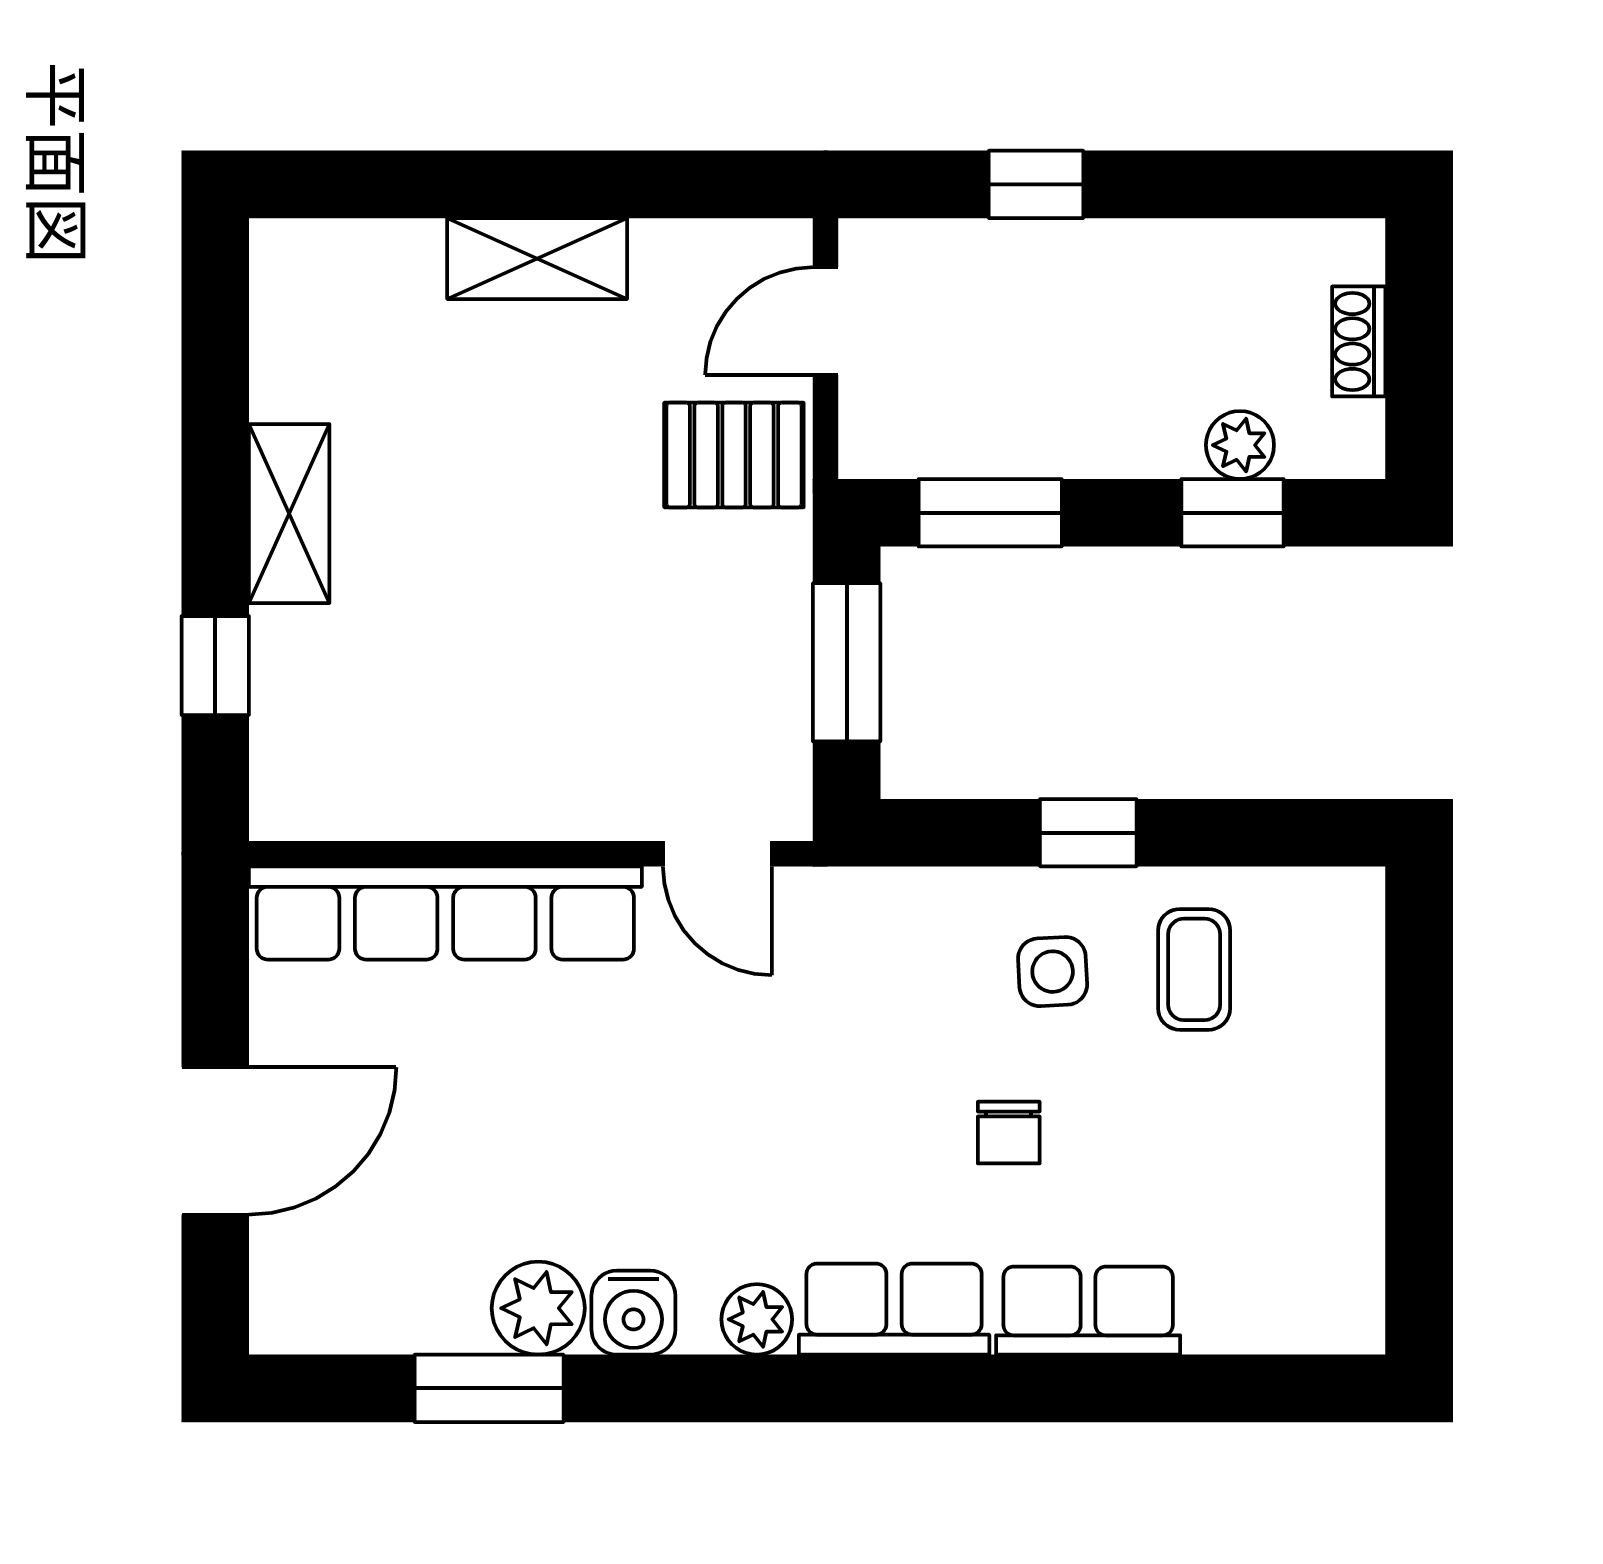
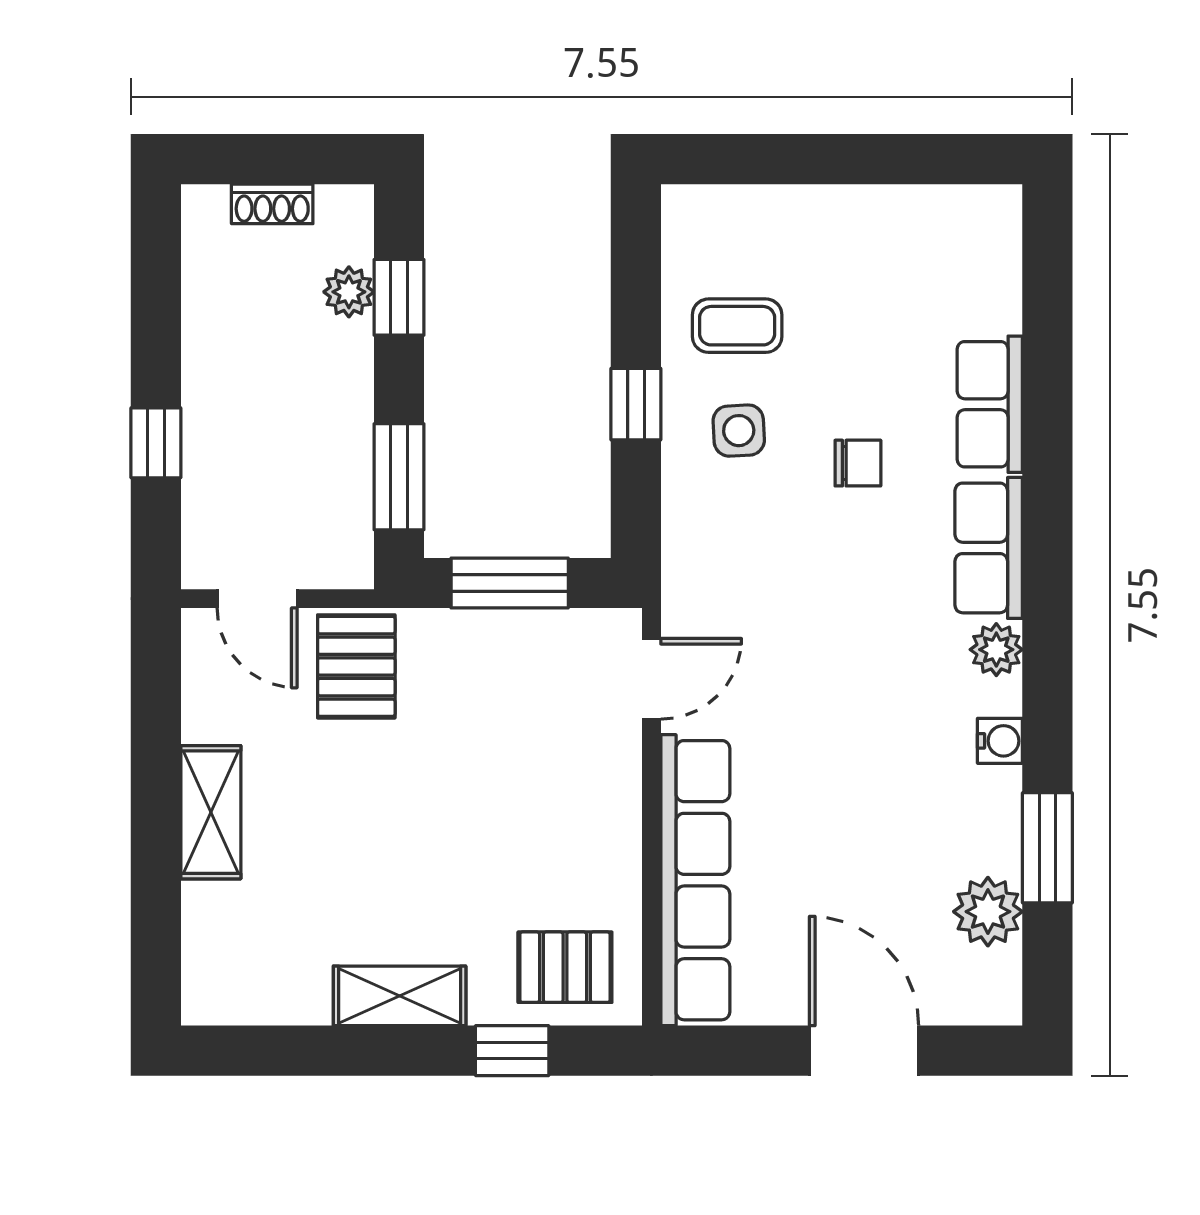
pallet: (328, 737) -> (565, 967), added
plant: (538, 1308) -> (988, 912), moved
water cooler: (633, 1313) -> (1000, 741), width x0.72, depth x0.72

